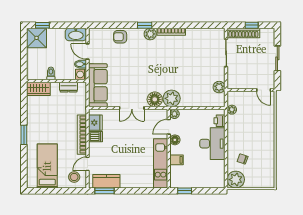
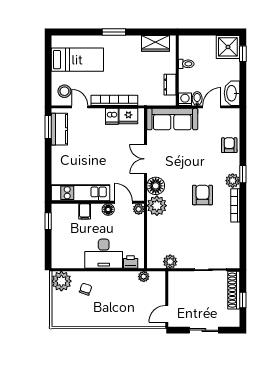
armchair: (163, 60) -> (202, 195), added
wardrobe: (38, 89) -> (155, 43), moved, turned -90

